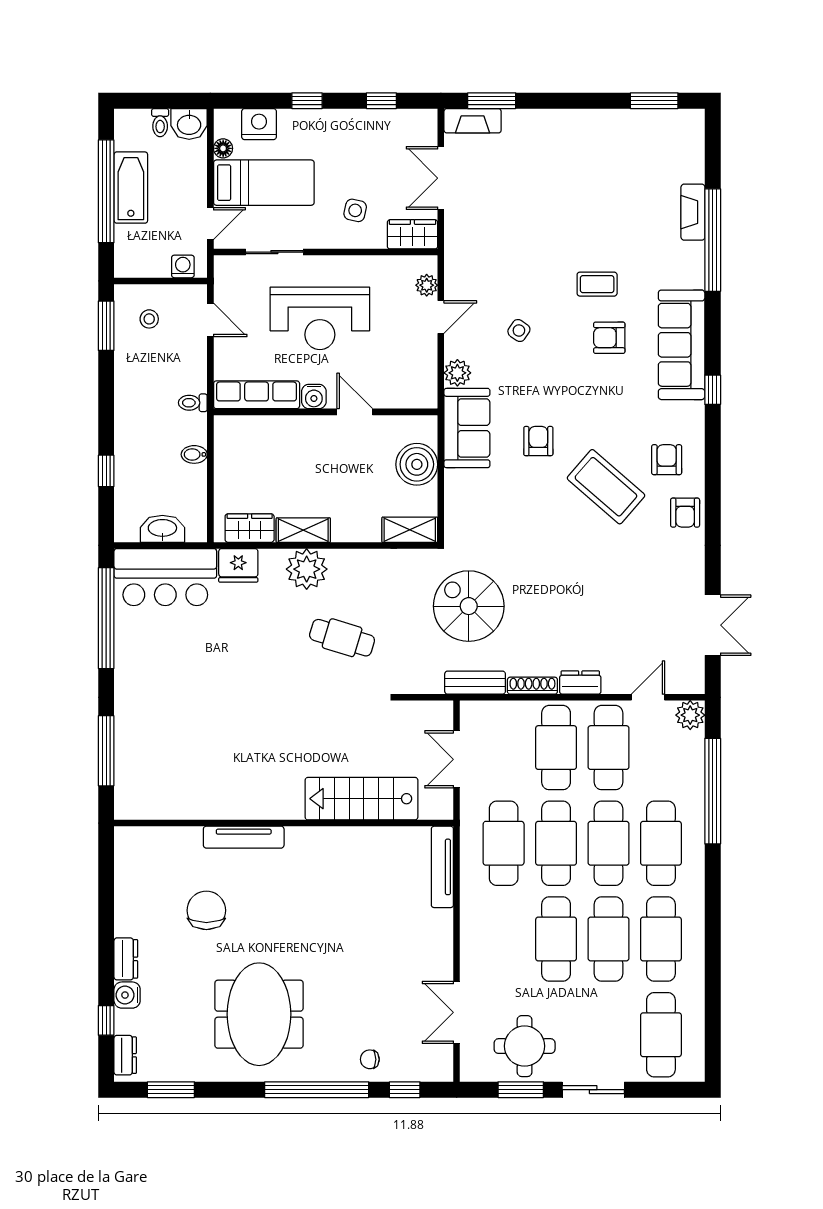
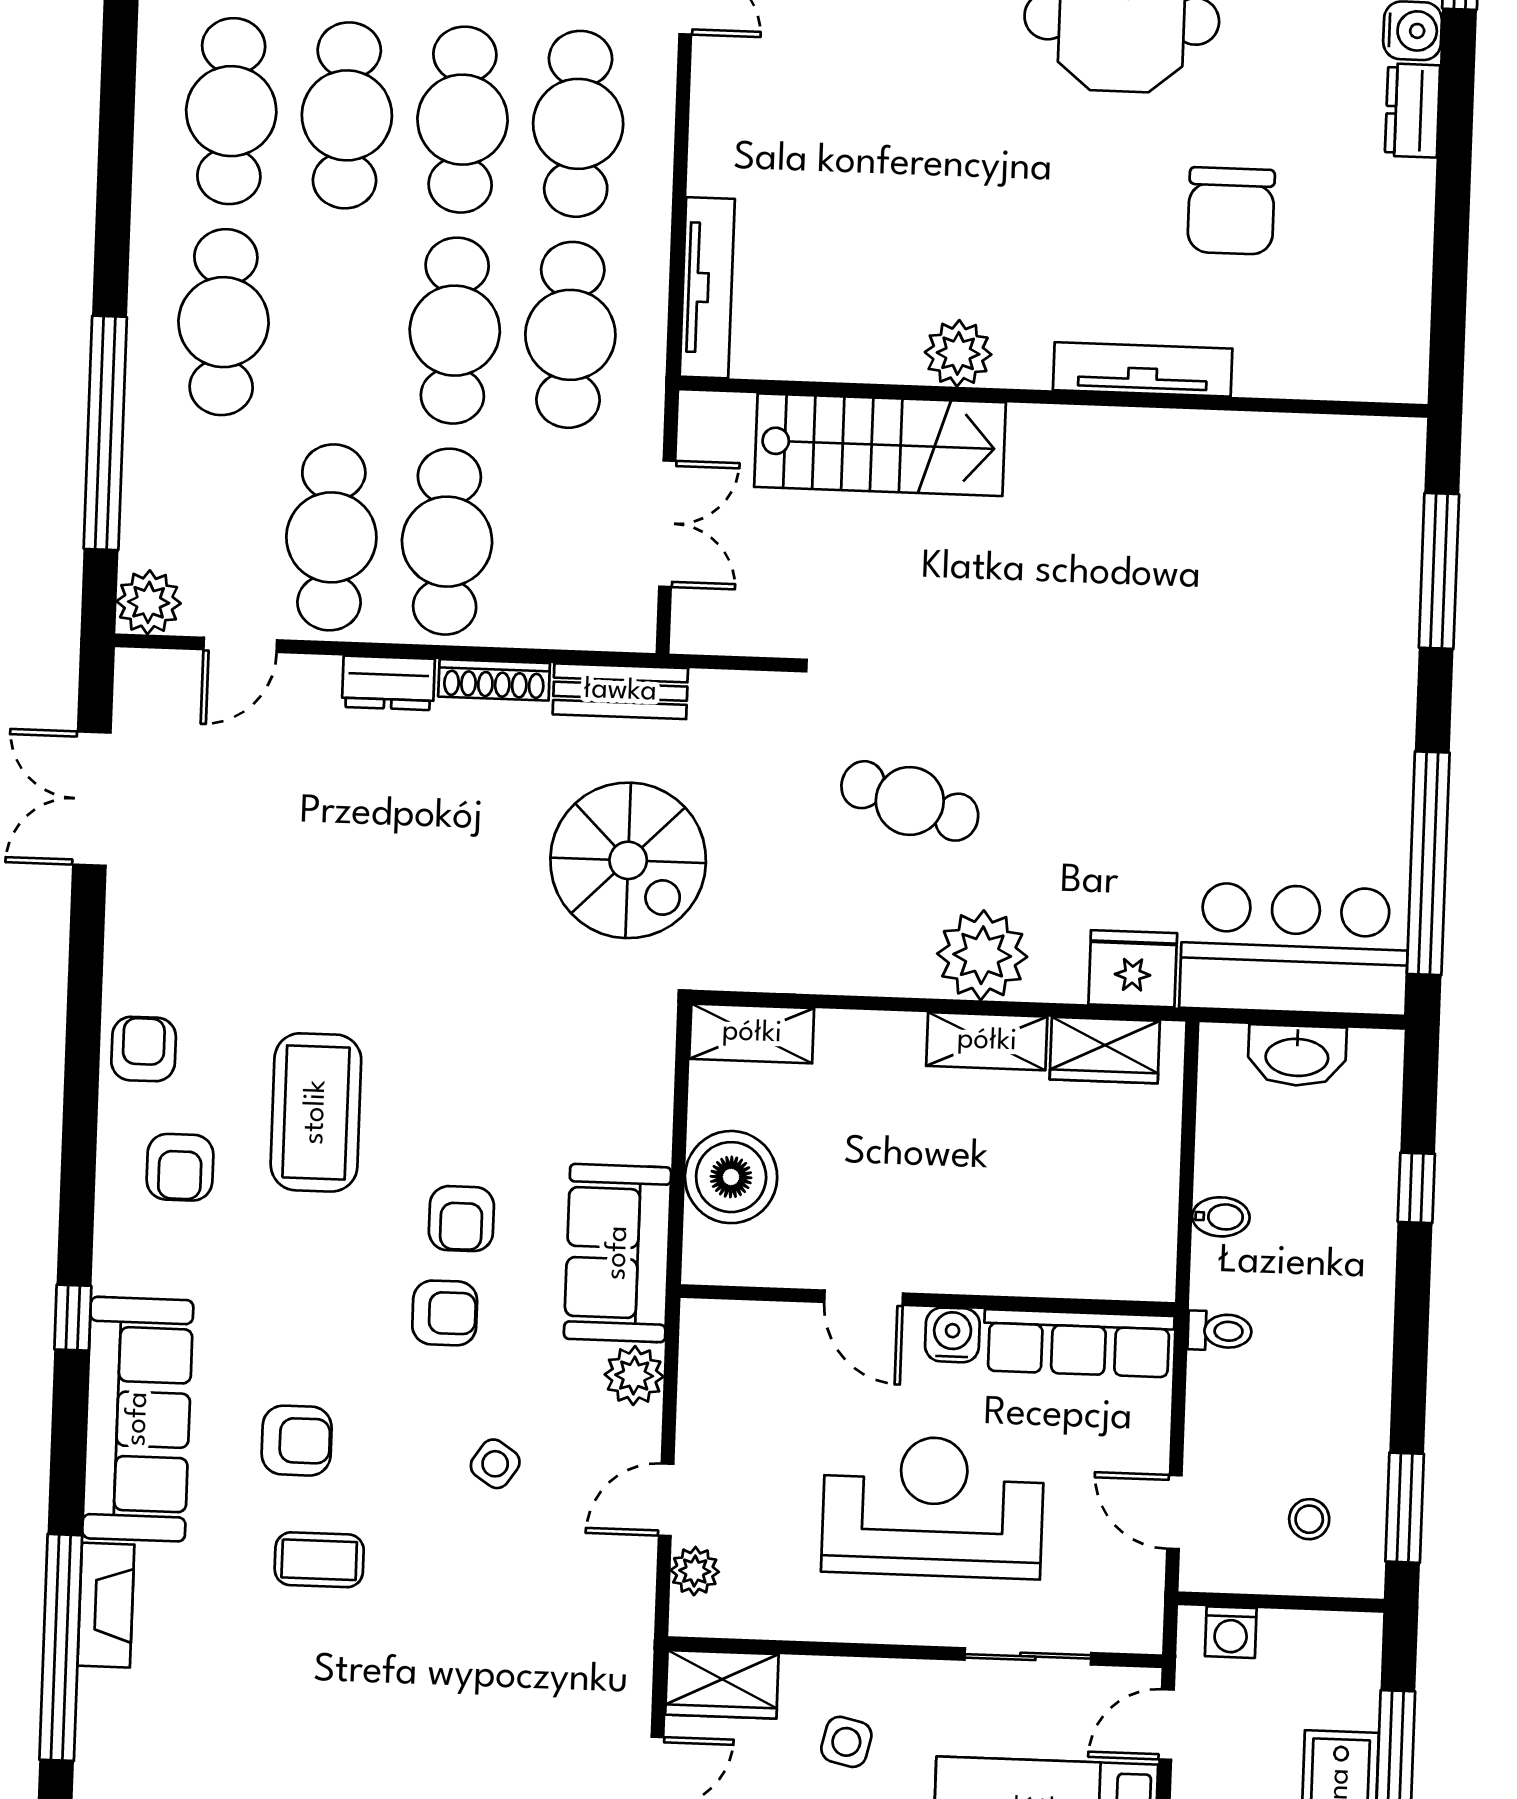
fireplace: (693, 212) -> (106, 1605), moved
armchair: (544, 398) -> (445, 1313), added
coffee table: (606, 487) -> (316, 1112), turned 49
plant: (328, 841) -> (958, 353), added
cafe table: (608, 843) -> (578, 124), moved

